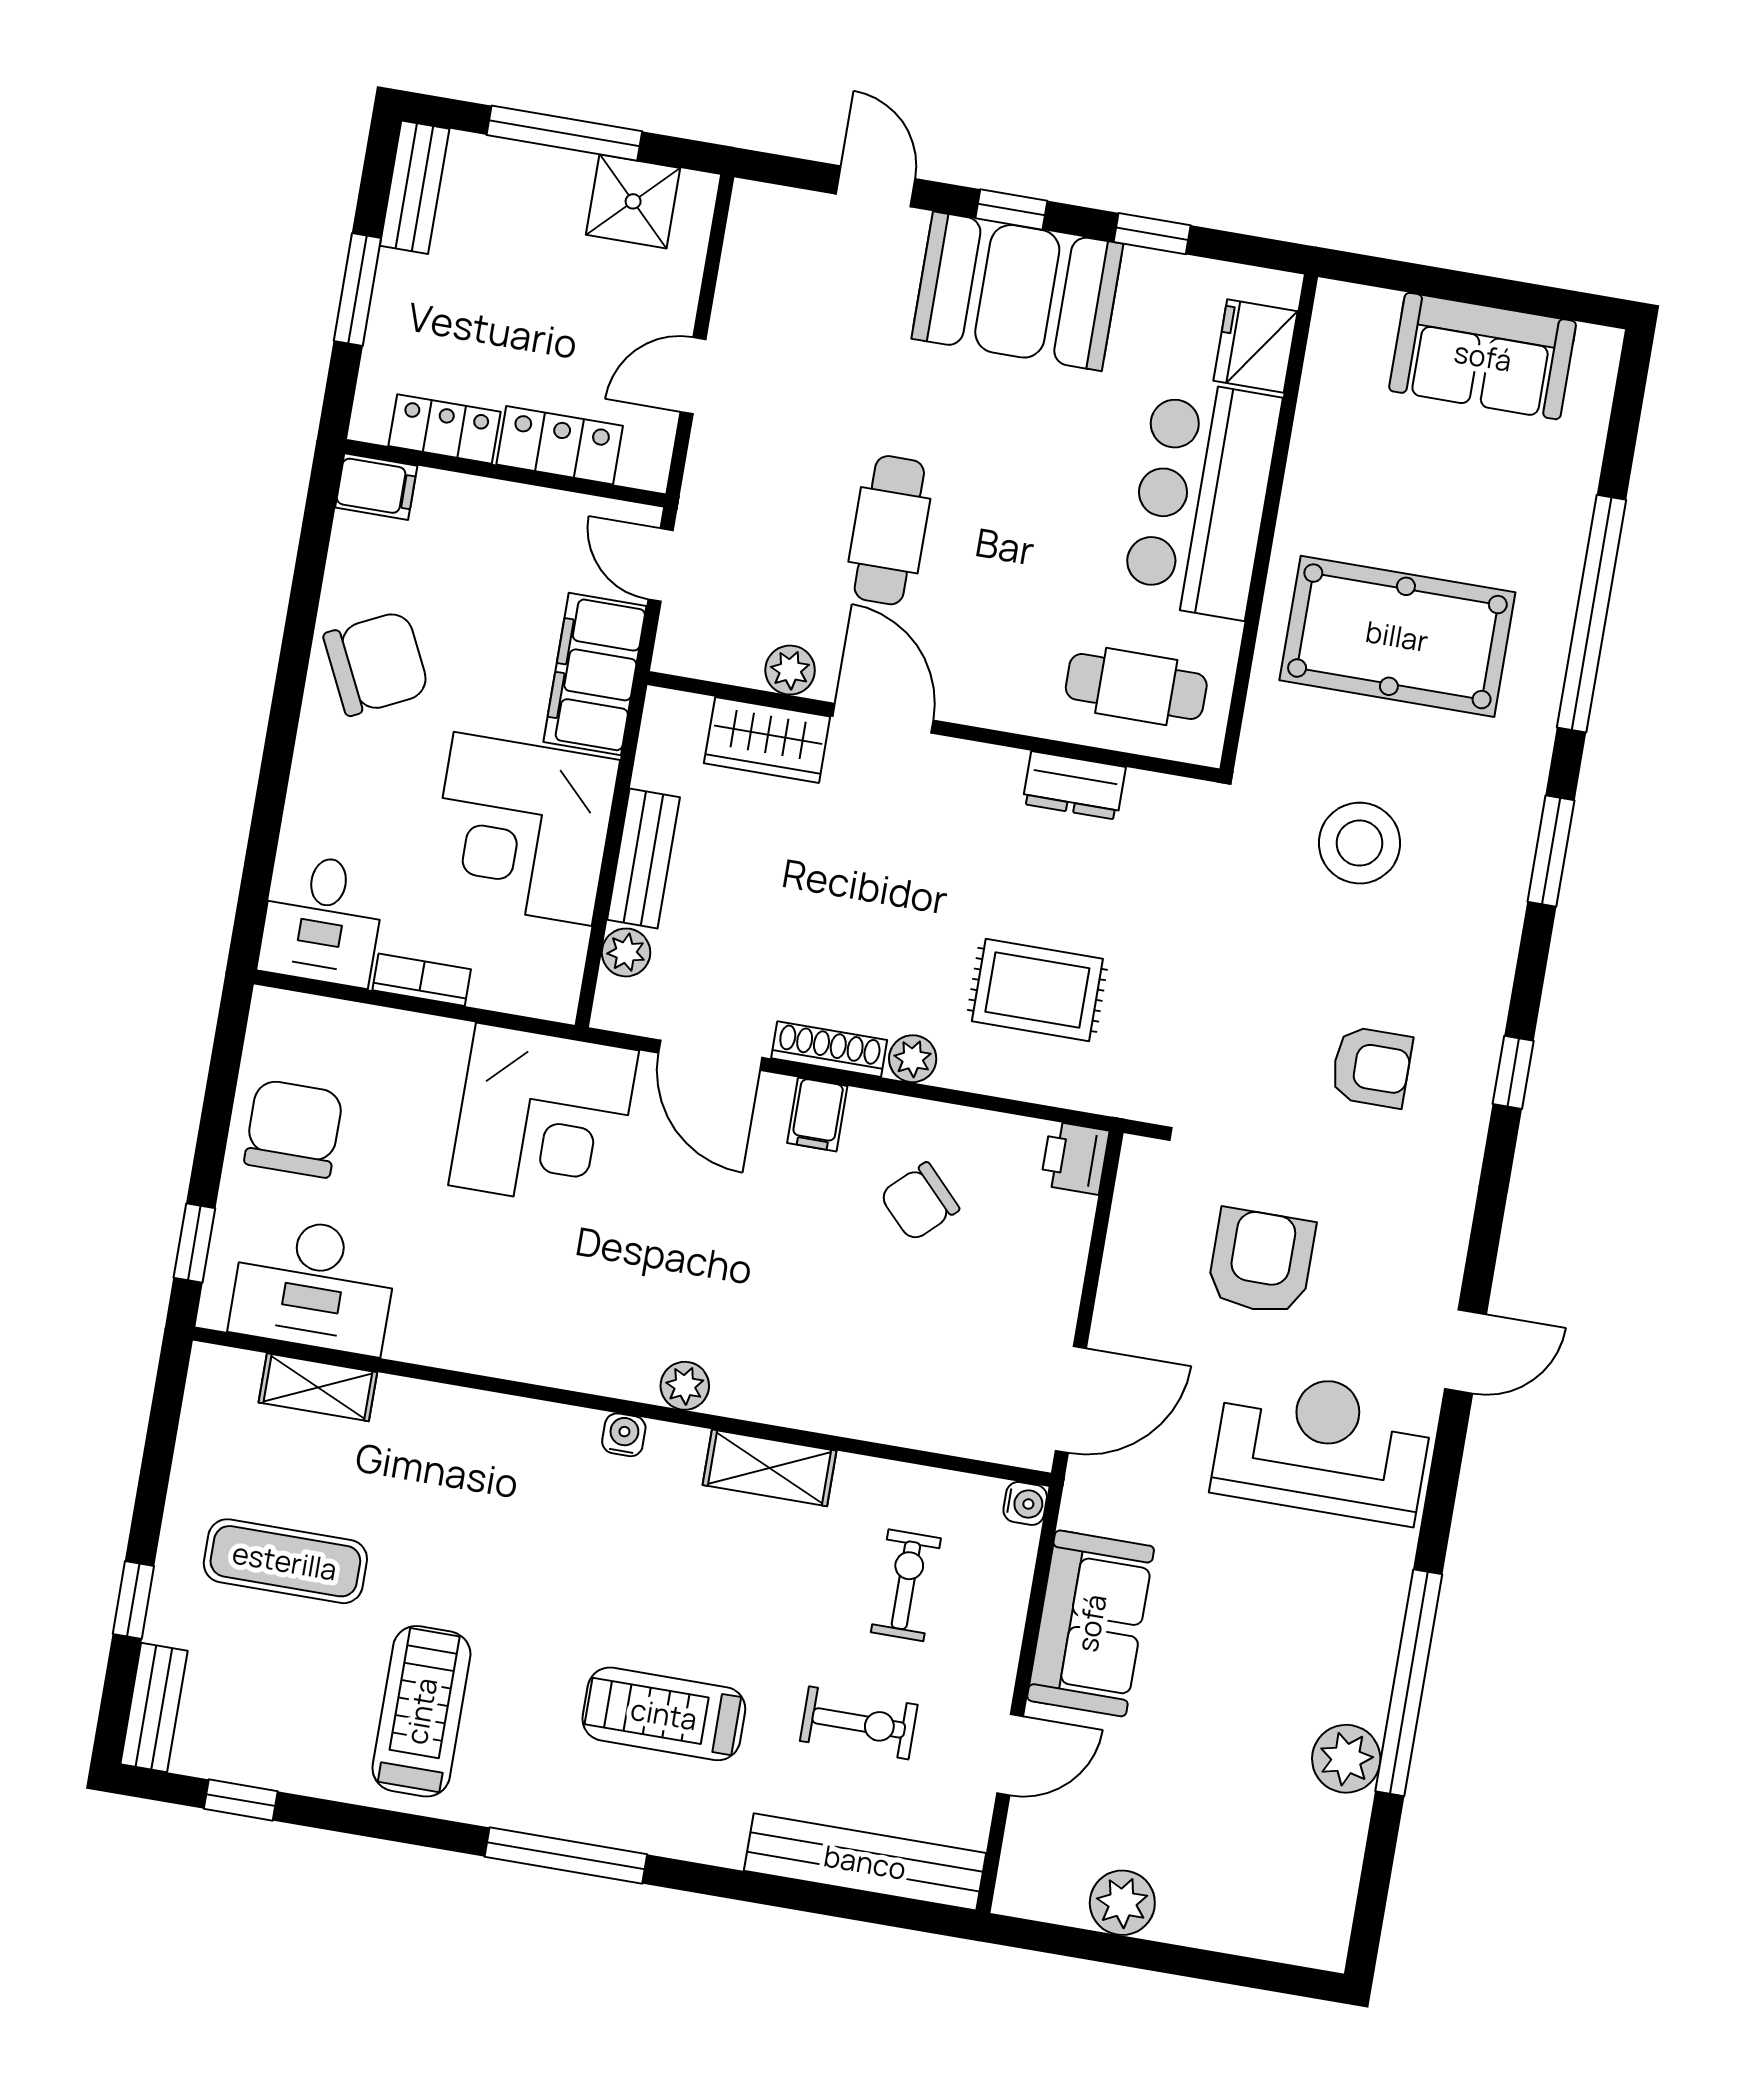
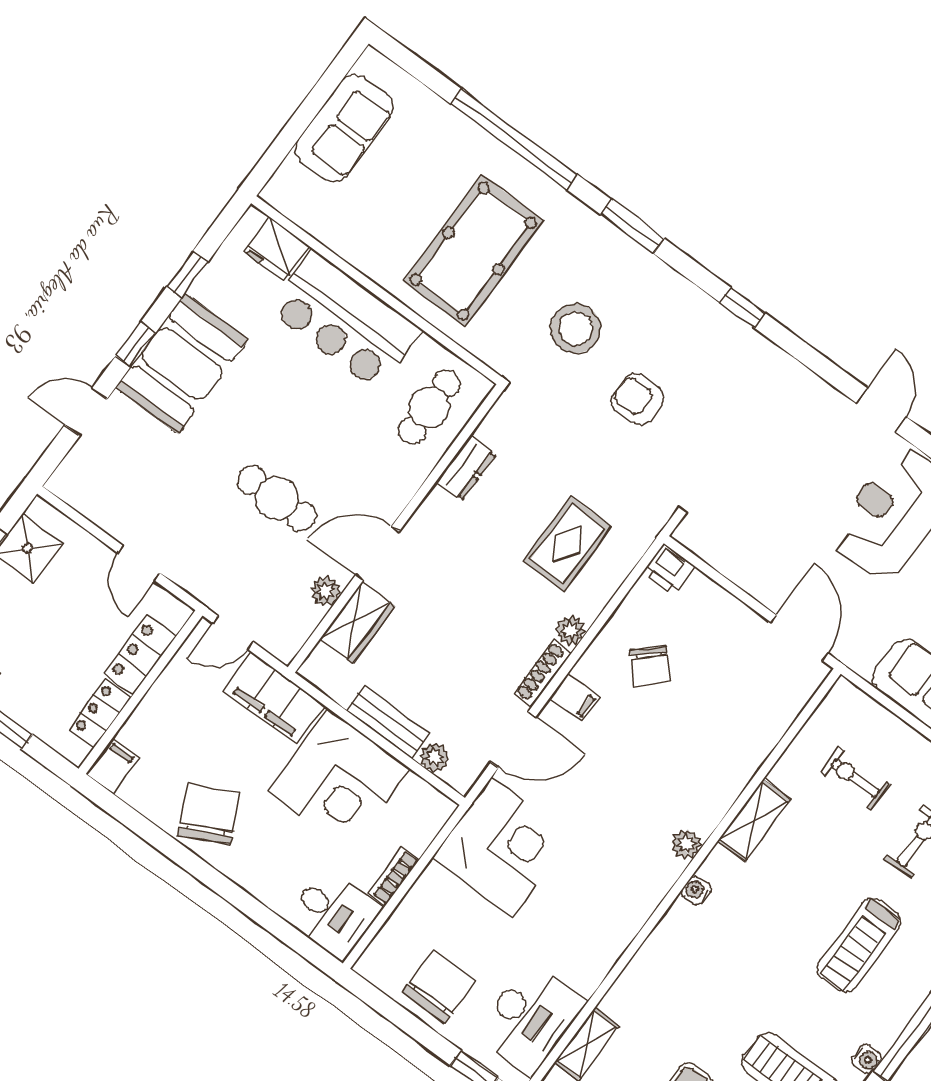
armchair: (1371, 1067) -> (637, 399), moved, turned -90
chair: (294, 1129) -> (439, 986), turned 90
armchair: (1261, 1262) -> (776, 496), removed
water cooler: (1025, 1503) -> (867, 1059), moved, turned 90

